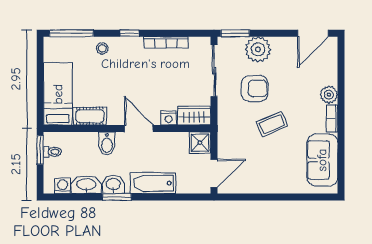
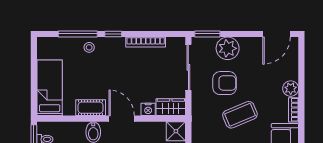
window: (71, 33) -> (78, 34), moved
cot: (90, 116) -> (91, 108), moved
coffee table: (272, 124) -> (240, 115), width x1.36, depth x1.30

